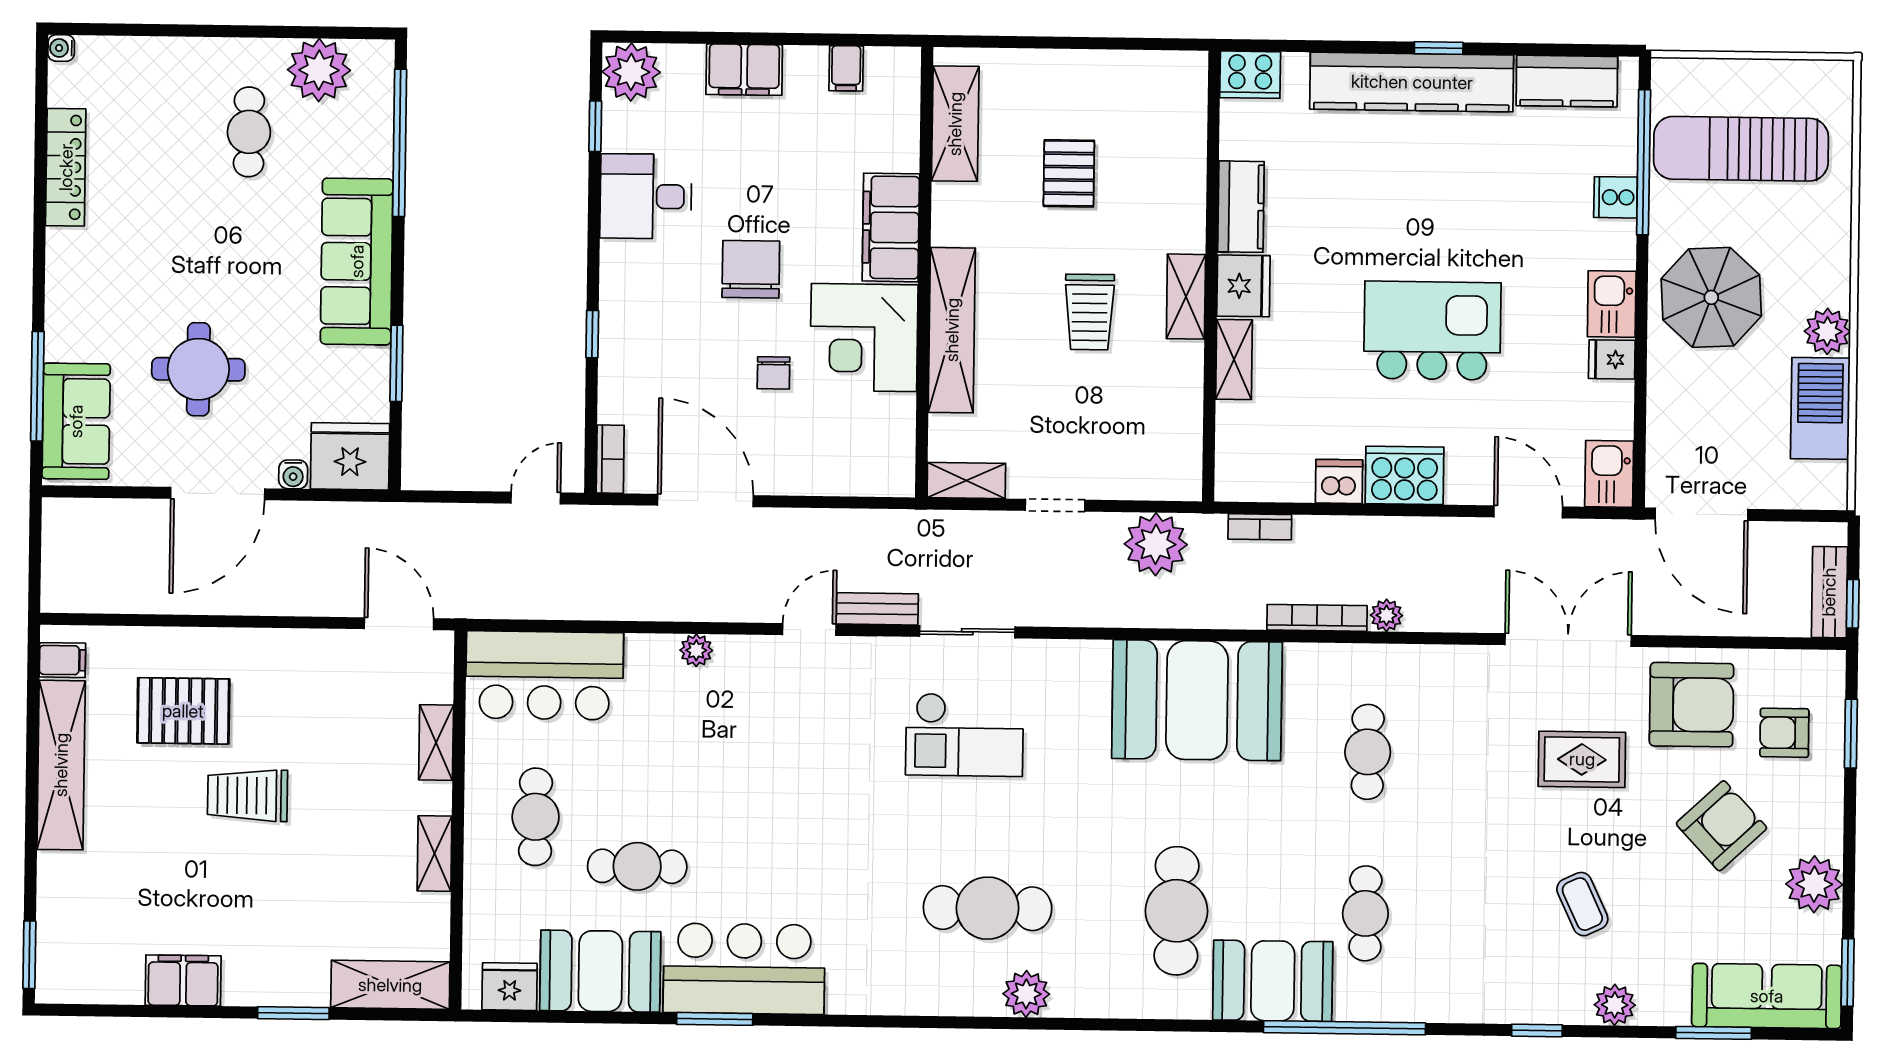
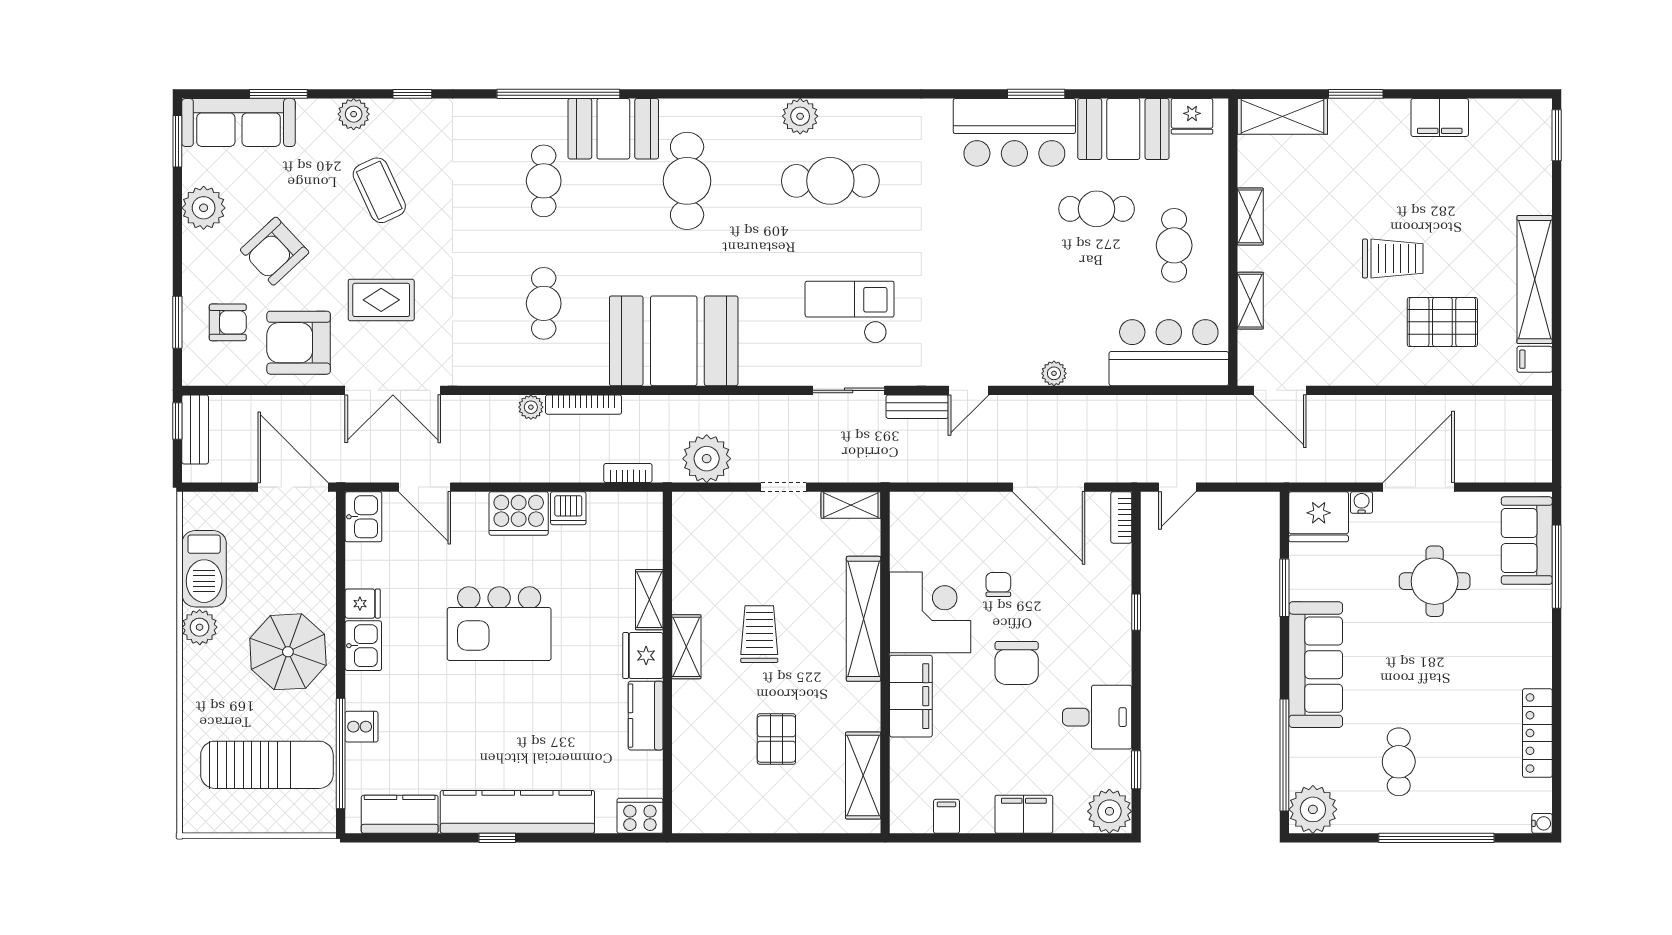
window: (201, 31) -> (1436, 838), added
plant: (319, 70) -> (1313, 809), moved
coffee table: (1582, 904) -> (379, 190), width x1.36, depth x1.30

